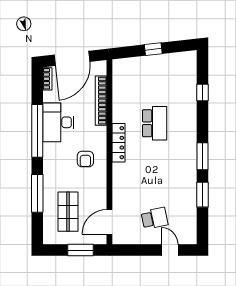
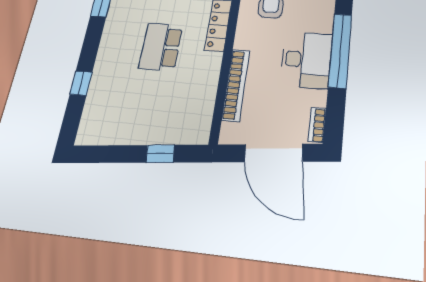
window: (153, 49) -> (160, 154), moved
door: (72, 58) -> (274, 153), swing flipped

